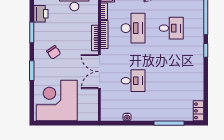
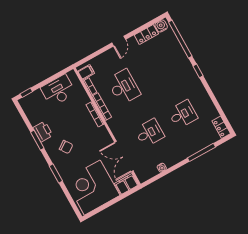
printer: (41, 14) -> (43, 132), moved
desk: (171, 28) -> (183, 114), moved
double door: (99, 72) -> (124, 157), moved
filing cabinet: (88, 114) -> (126, 184), added

